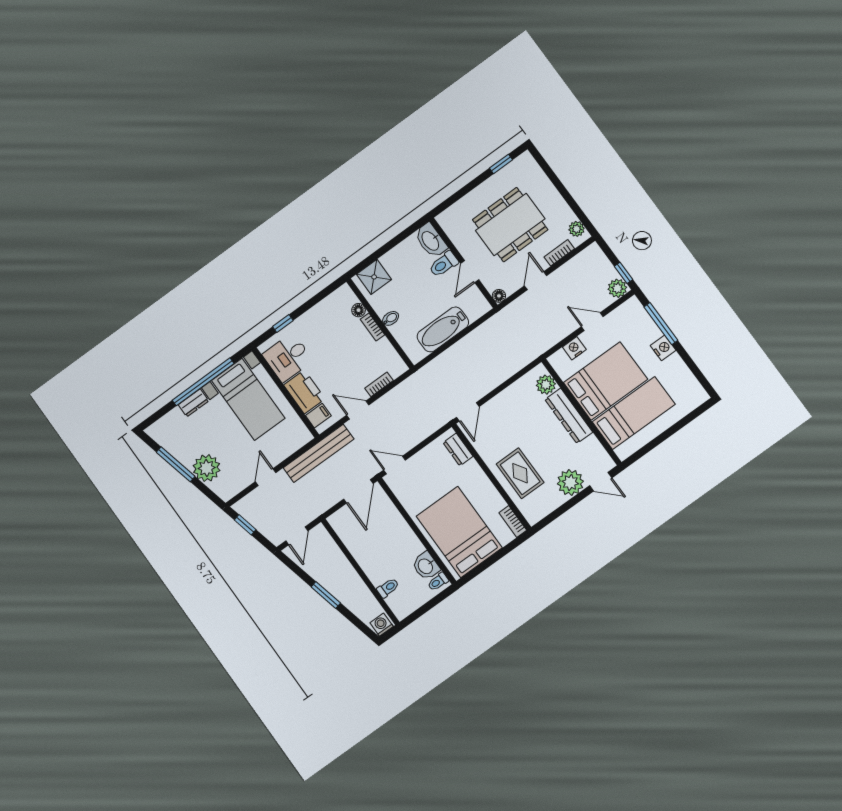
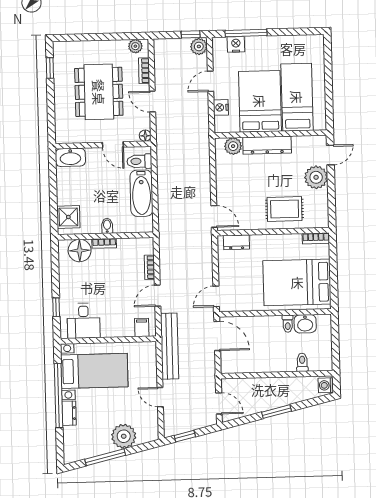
toilet: (444, 264) -> (139, 161), moved, turned 90
floor lamp: (359, 310) -> (80, 250), width x1.89, depth x1.89
nightstand: (663, 348) -> (236, 44), moved
printer: (304, 392) -> (117, 326), removed
toilet: (438, 582) -> (288, 324), moved

